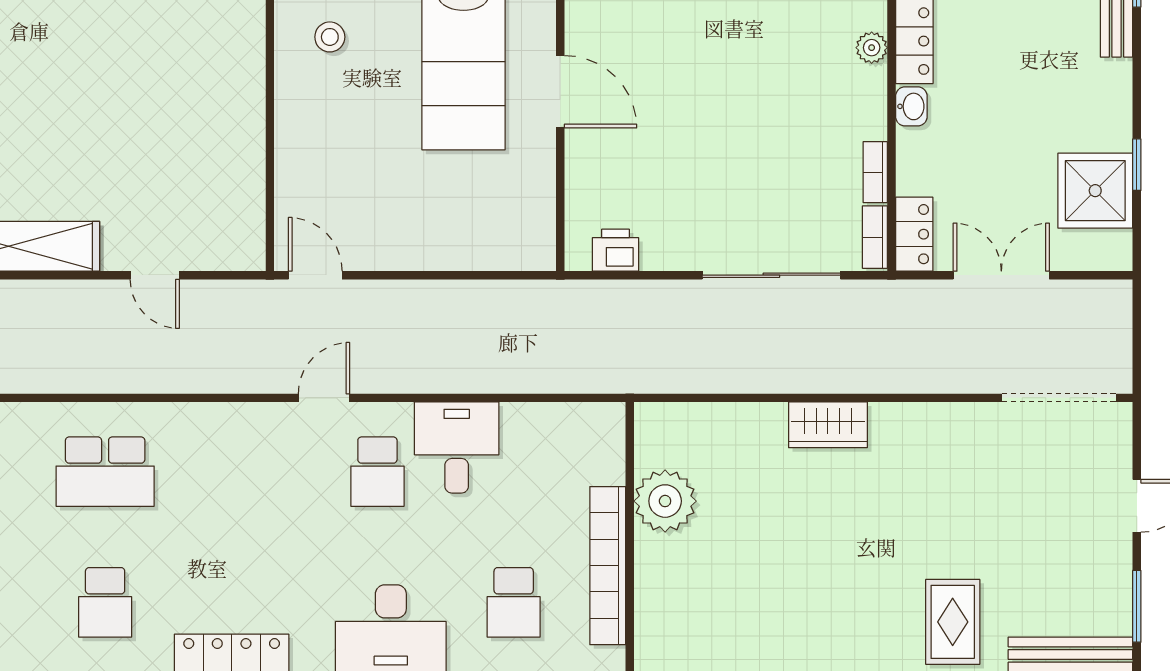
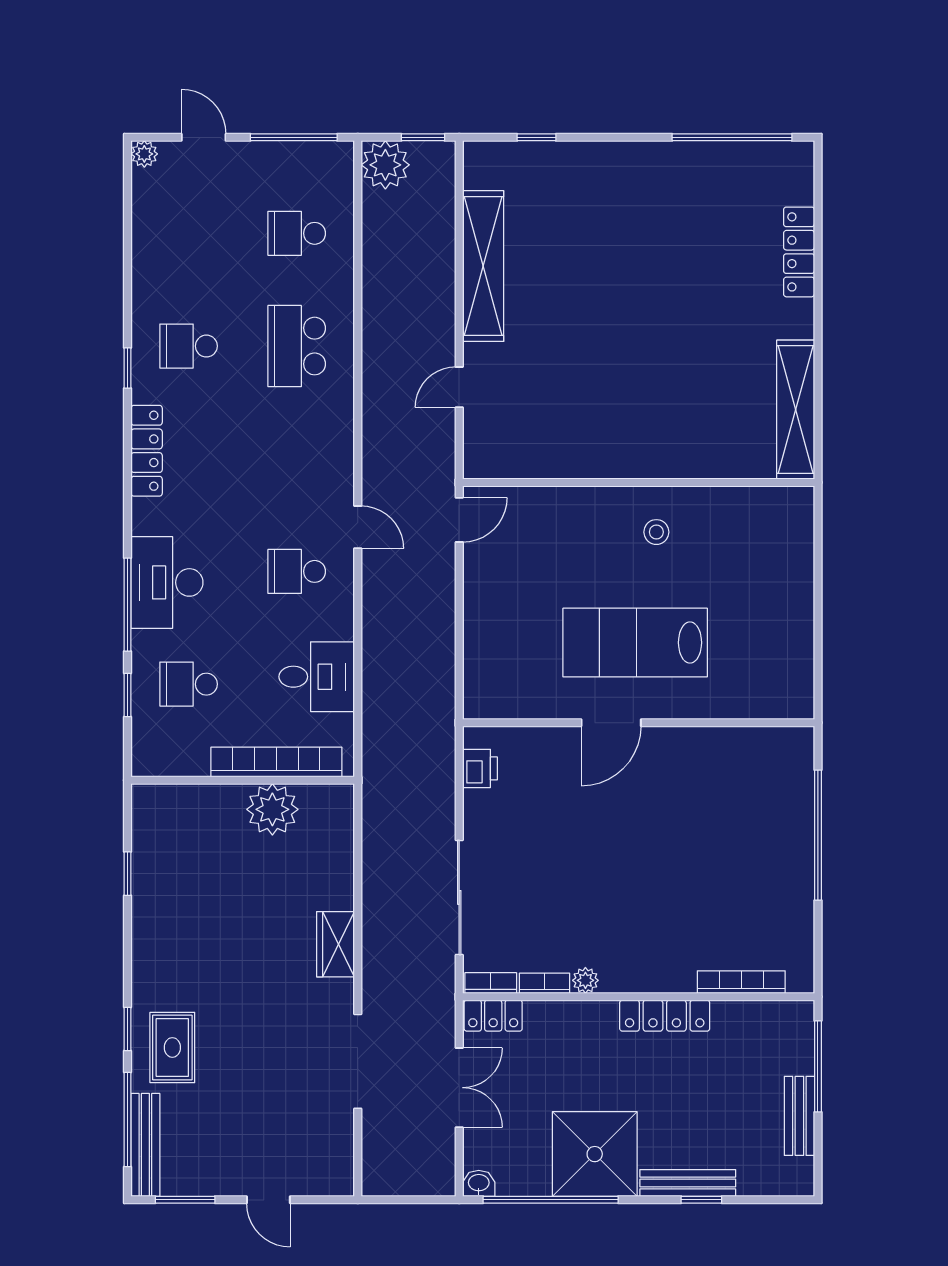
plant: (872, 48) -> (585, 980), moved
washbasin: (911, 106) -> (479, 1183), moved, turned 180
window: (1137, 165) -> (551, 1200), width x3.17
shower: (1095, 191) -> (595, 1154), moved, width x1.37, depth x1.37
doorway: (1059, 398) -> (358, 1061), moved
desk: (457, 448) -> (317, 677), moved
bookcase: (608, 566) -> (276, 762), moved
rug: (953, 622) -> (172, 1047), turned 90

